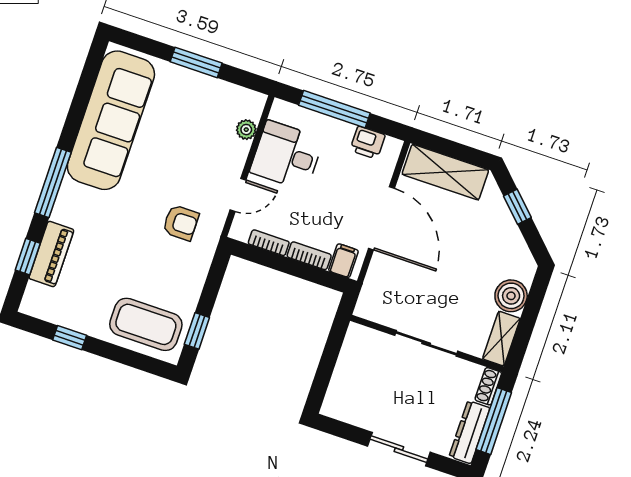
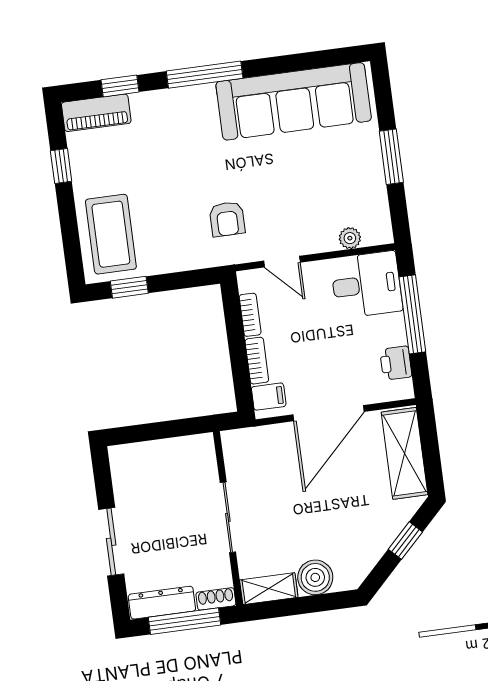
desk: (287, 155) -> (366, 285), moved, turned 90
piano: (51, 254) -> (96, 113), moved

